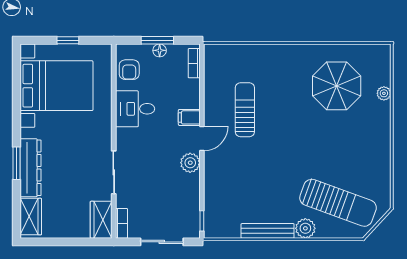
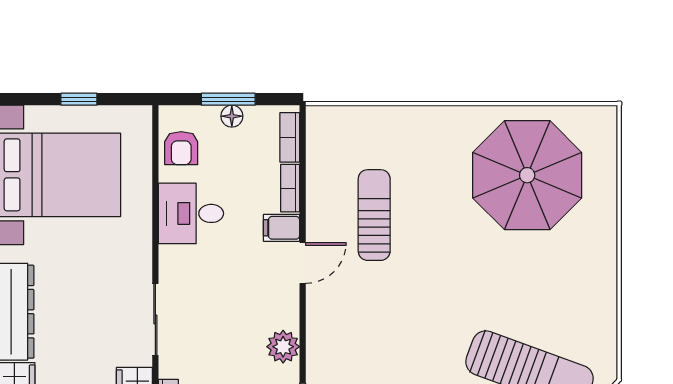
parasol: (337, 86) -> (527, 175), width x1.36, depth x1.36
plant: (384, 93) -> (606, 188), removed
bookcase: (194, 94) -> (290, 188), added
plant: (190, 163) -> (283, 347), moved

